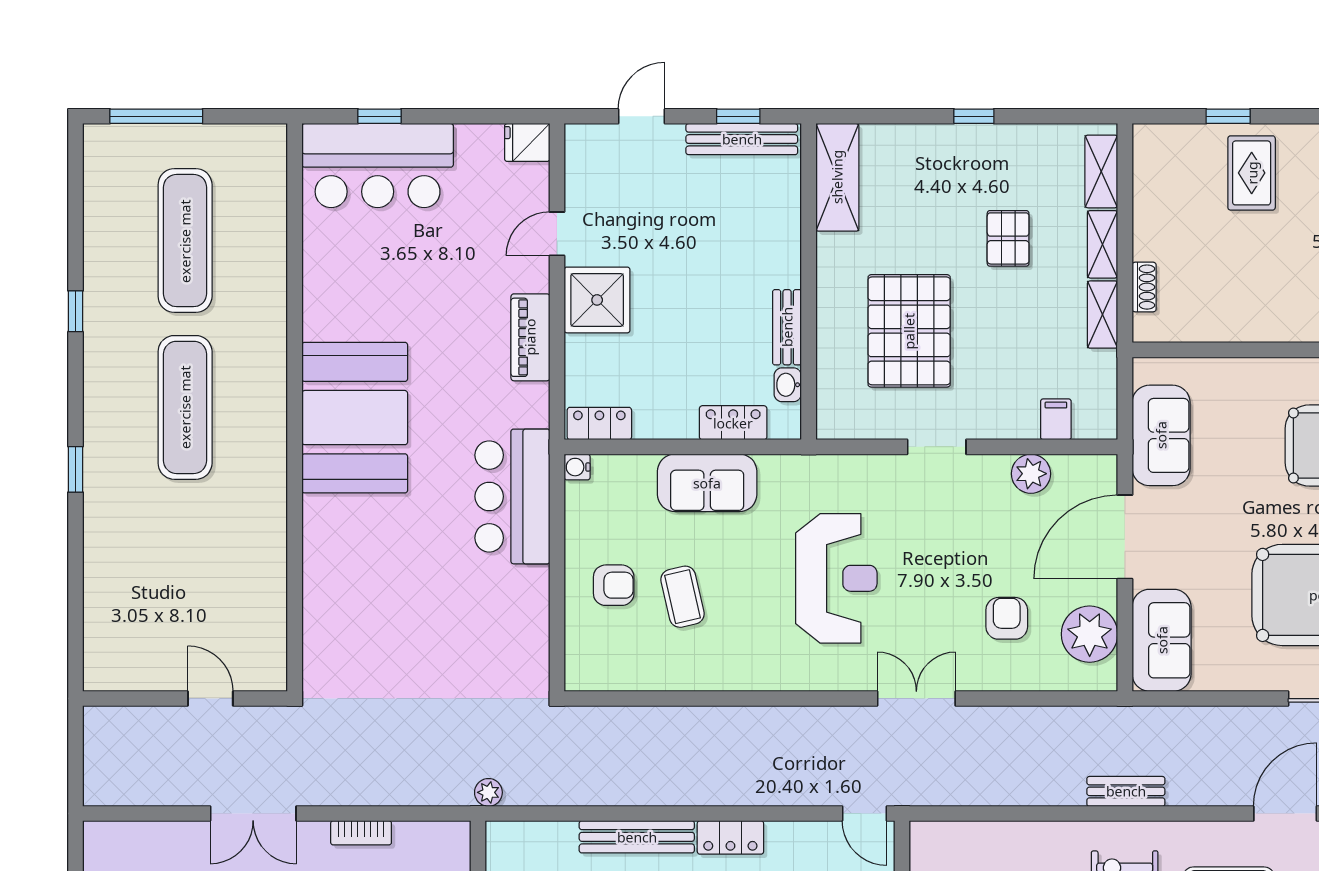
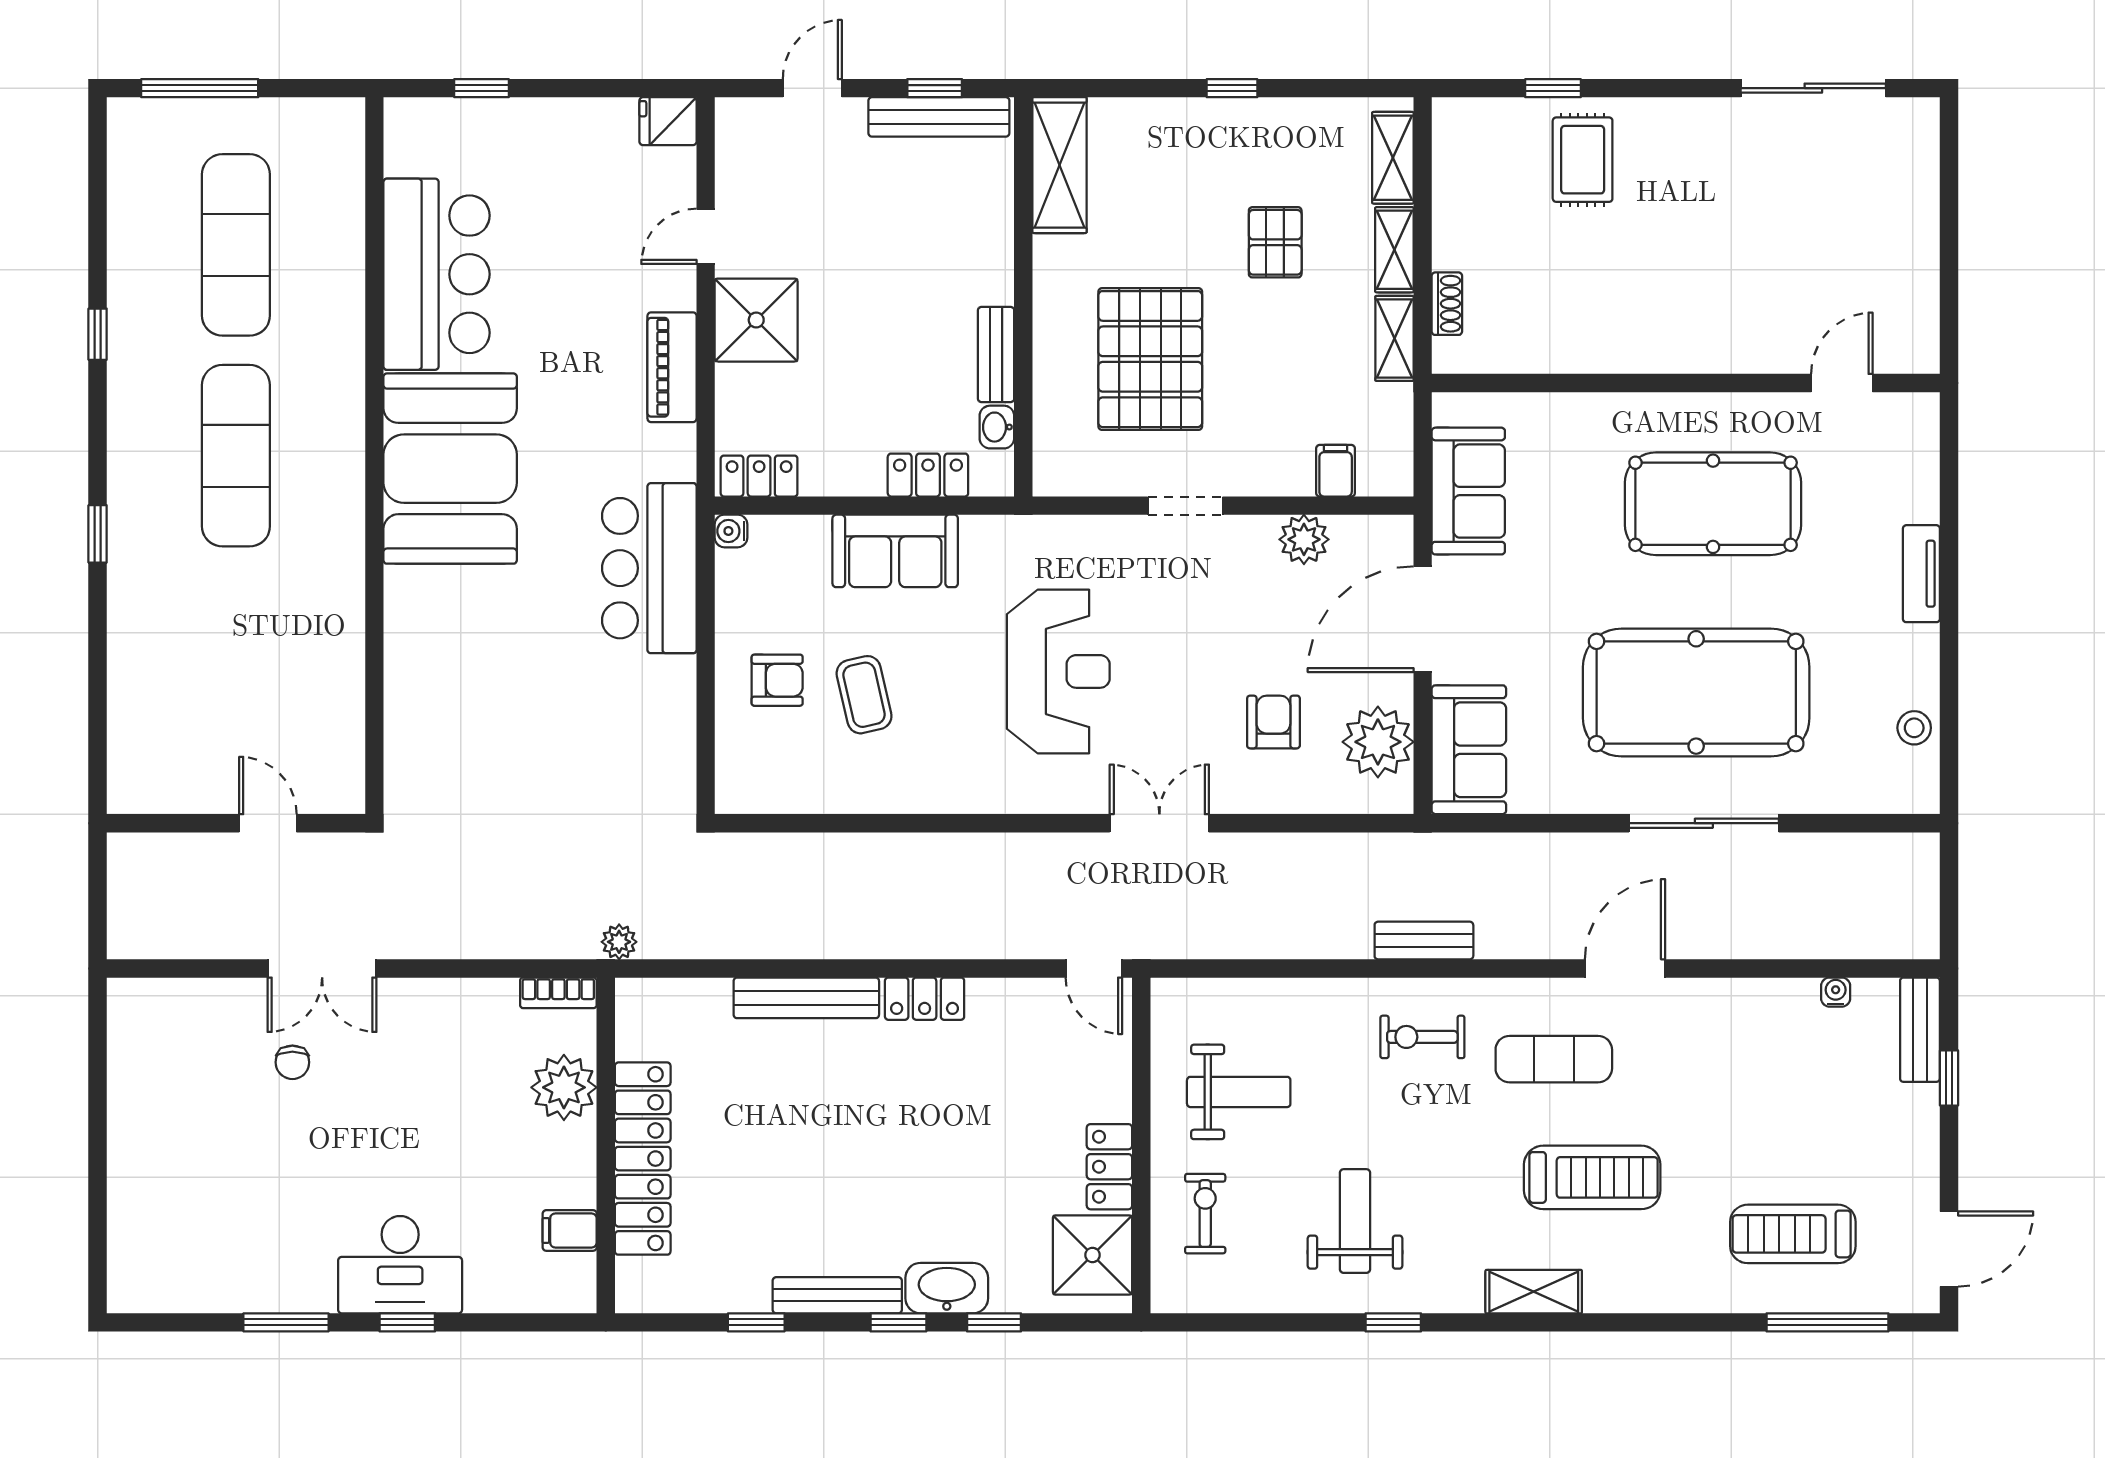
bar counter: (378, 166) -> (437, 274), moved, turned -90
bookcase: (361, 833) -> (558, 993), moved

